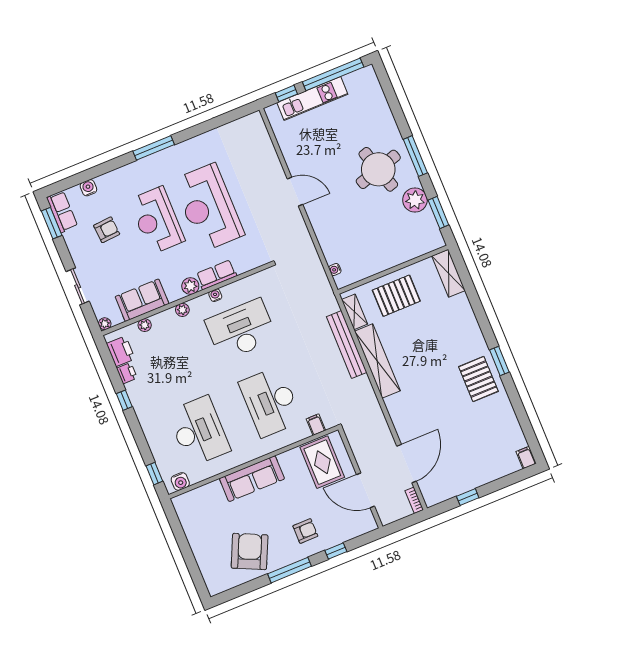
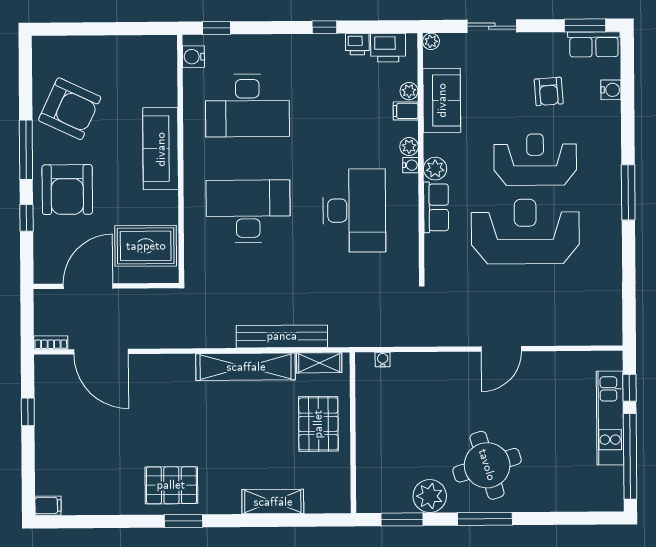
shelving: (448, 273) -> (273, 502), moved
water cooler: (215, 295) -> (411, 165), moved
filing cabinet: (316, 425) -> (406, 111), moved, turned 180
armchair: (305, 531) -> (67, 190), width x1.88, depth x1.88

